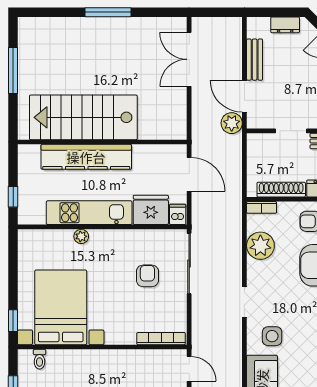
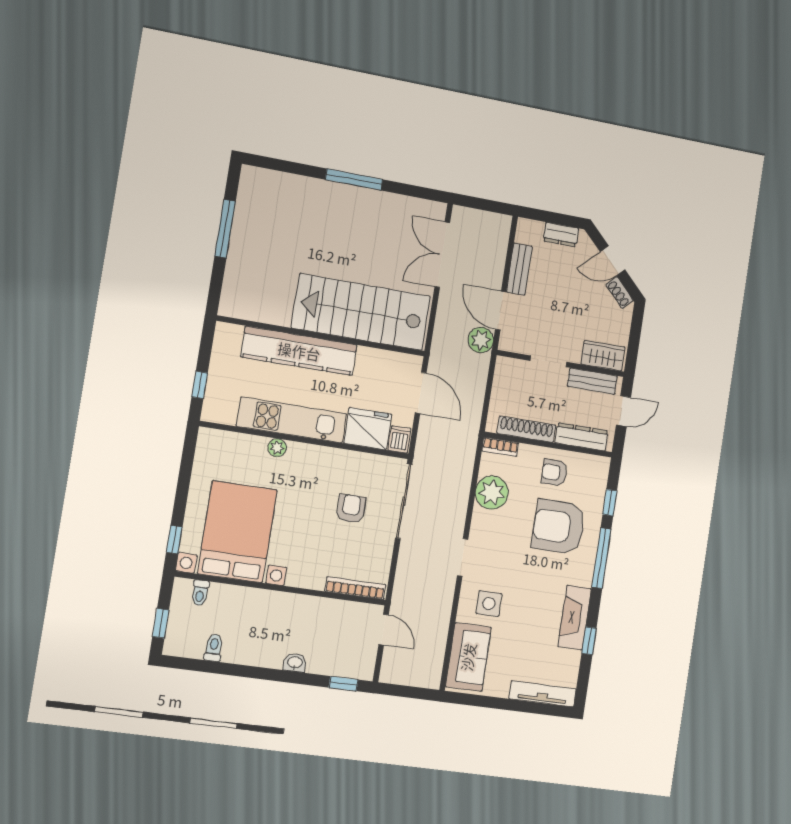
stairs: (83, 117) -> (361, 312), moved

